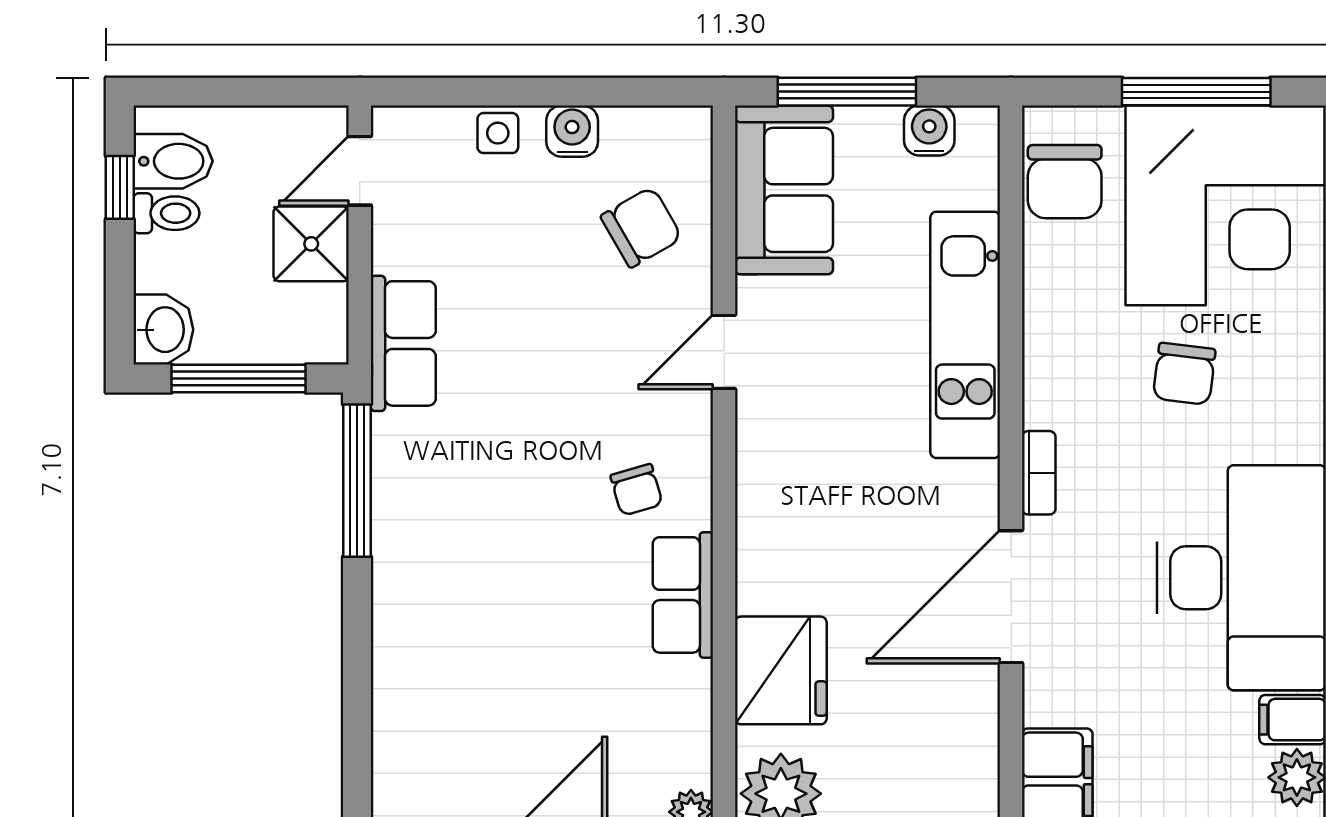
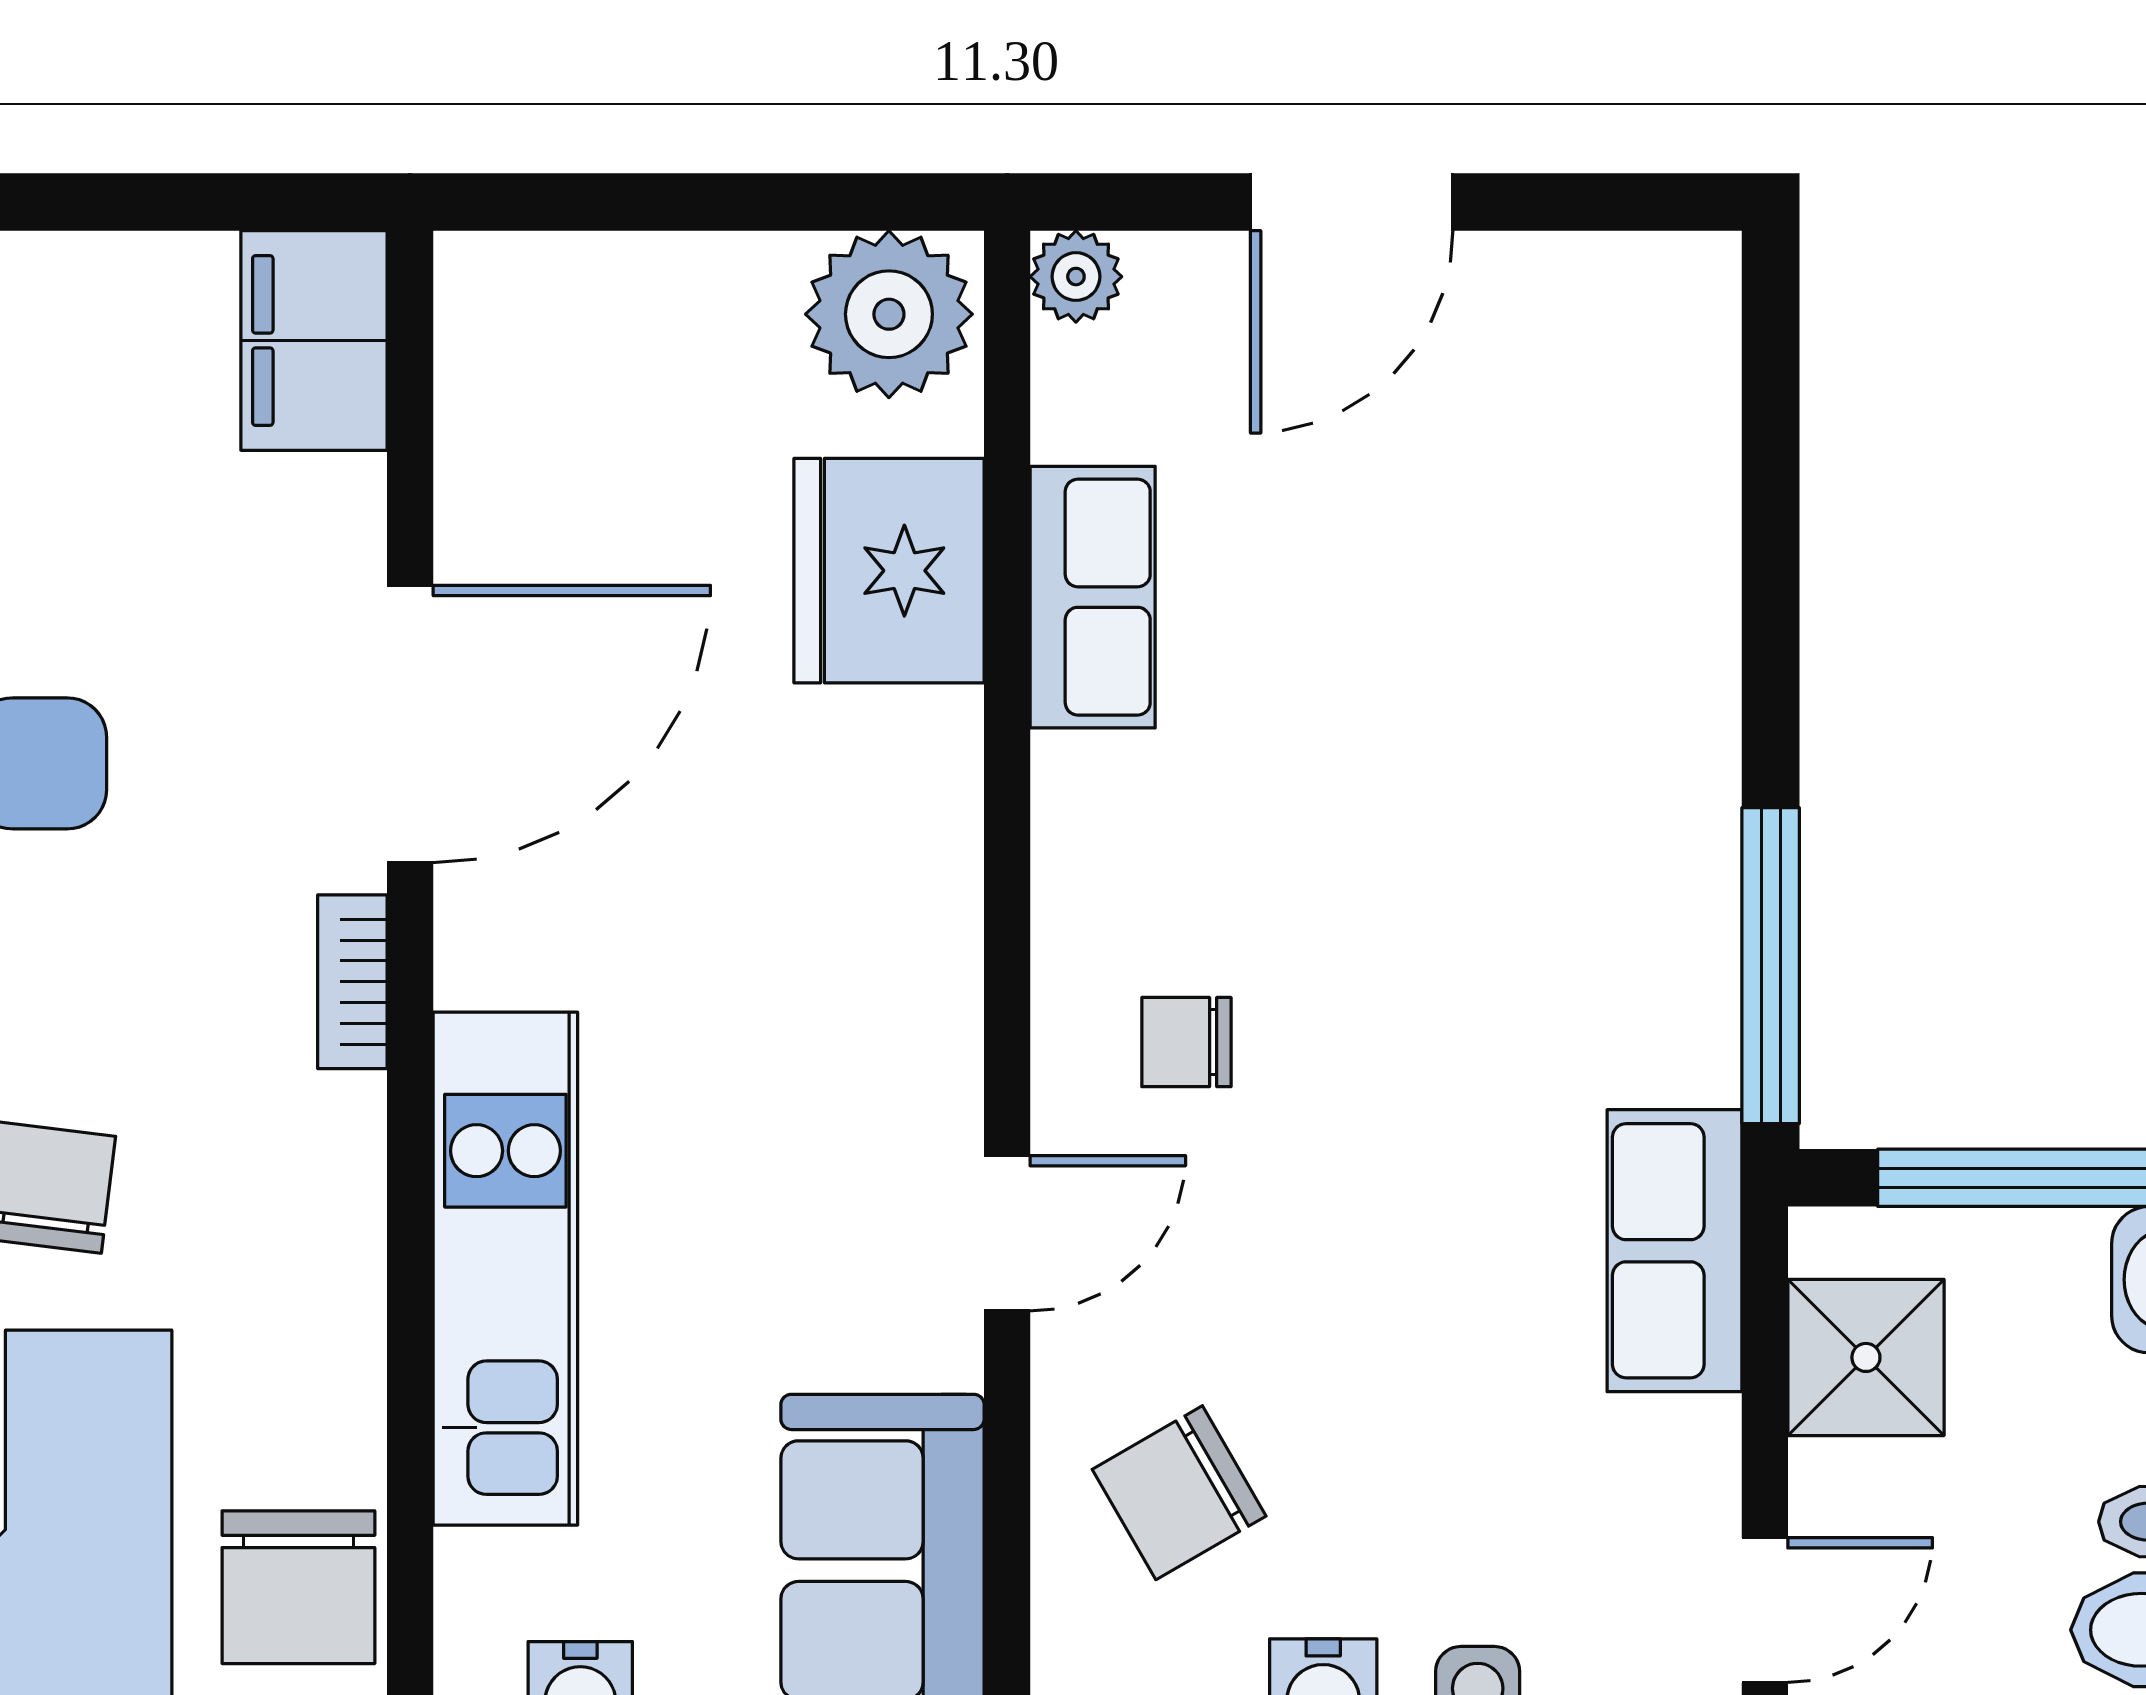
chair: (1065, 182) -> (298, 1587), turned 180
shower: (311, 244) -> (1866, 1357), moved
chair: (636, 490) -> (1186, 1042), moved, turned -74
row of seats: (683, 595) -> (1093, 597), moved

